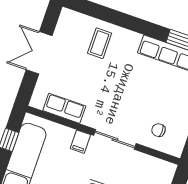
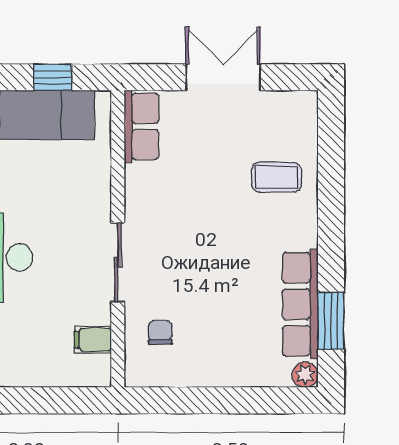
row of seats: (64, 108) -> (142, 126), moved
filing cabinet: (80, 142) -> (93, 340), moved

